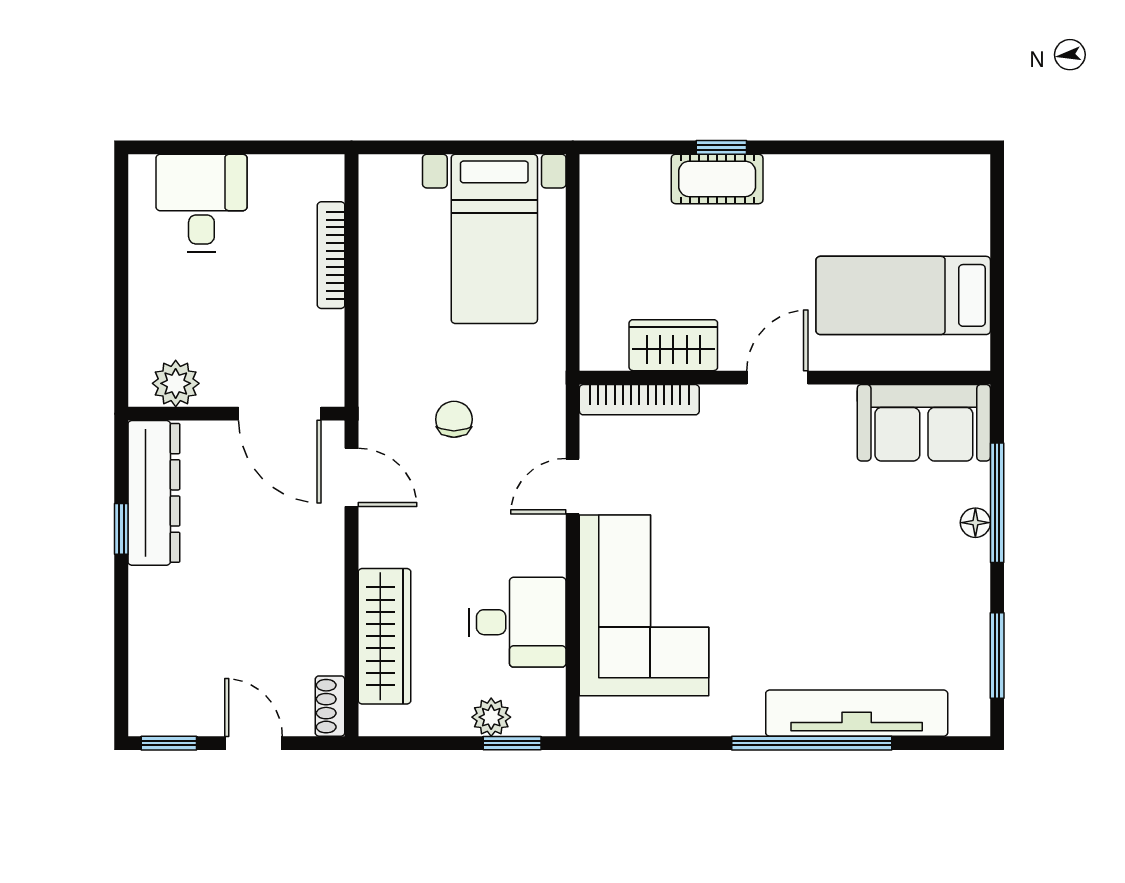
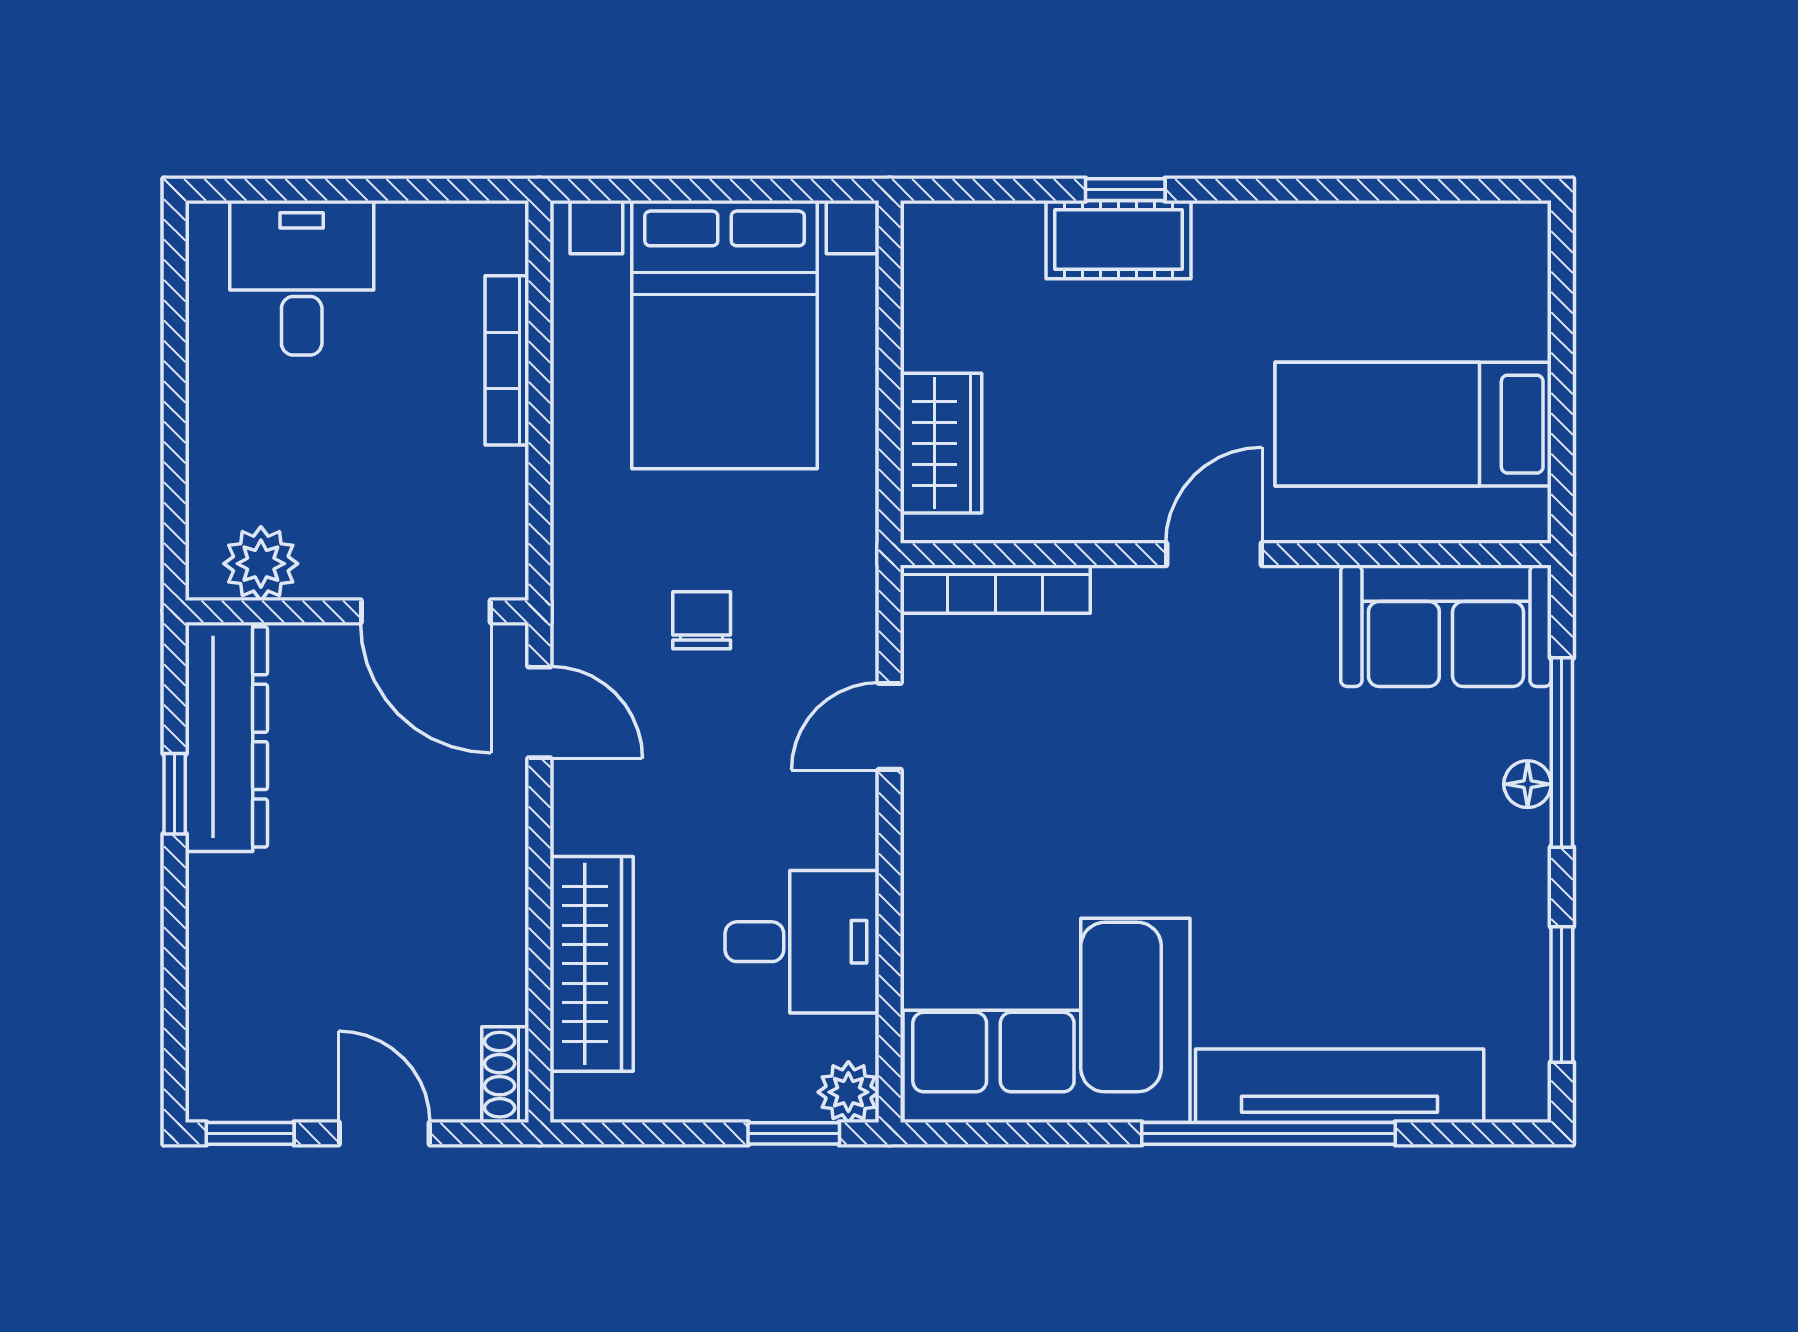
bed with nightstands: (494, 239) -> (725, 335), width x1.36
wardrobe: (673, 345) -> (941, 443), moved, turned 90
corner sofa: (644, 605) -> (1046, 1020), moved, turned -90
plant: (491, 717) -> (848, 1092), moved

